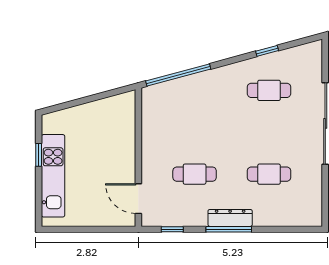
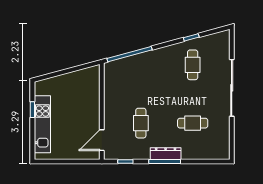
cafe table: (269, 90) -> (193, 65), turned 90
cafe table: (195, 174) -> (141, 123), turned 90
door: (138, 199) -> (102, 140), hinge flipped

